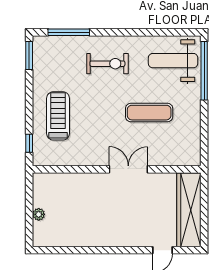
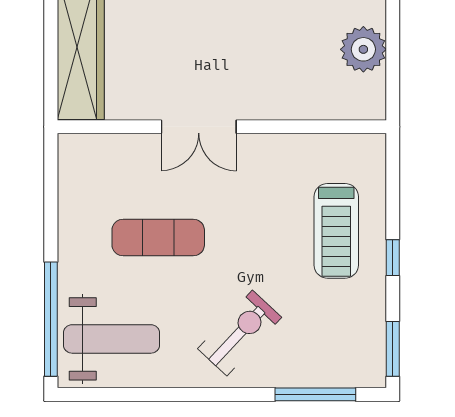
exercise bike: (107, 64) -> (240, 333), turned 133
window: (29, 143) -> (393, 258), moved
plant: (39, 214) -> (363, 49), width x1.88, depth x1.88

